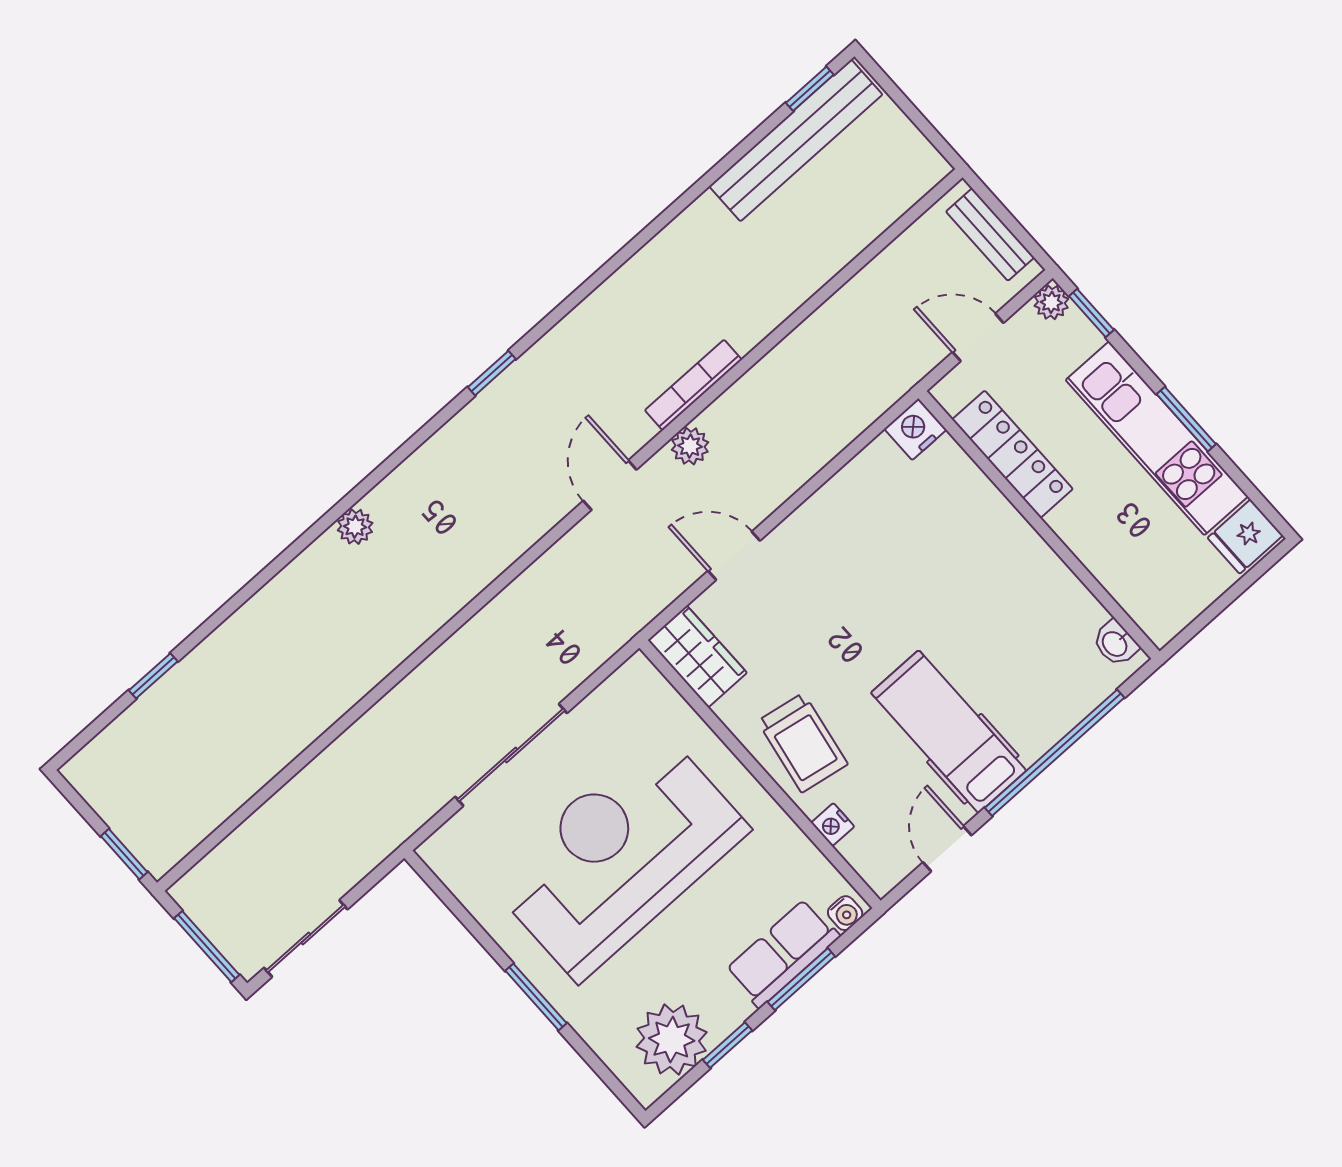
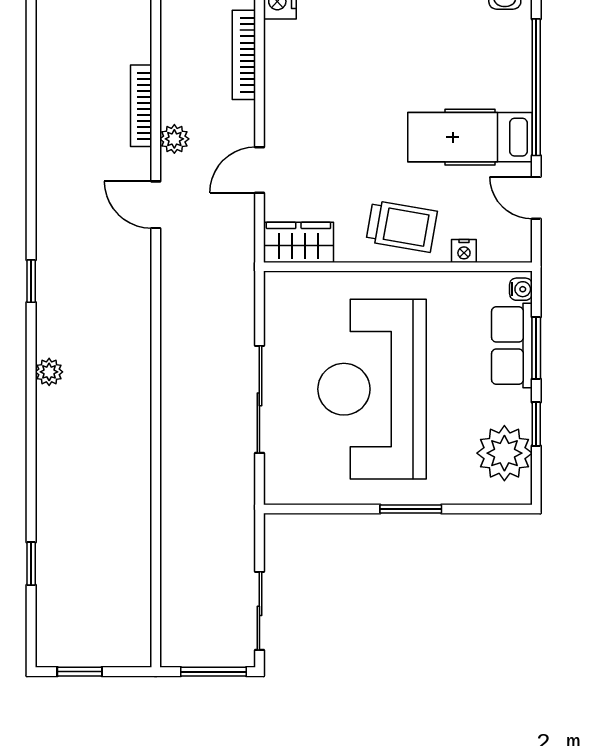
window: (492, 373) -> (31, 281), moved
bookcase: (832, 441) -> (244, 55), added
window: (124, 854) -> (80, 672), moved

